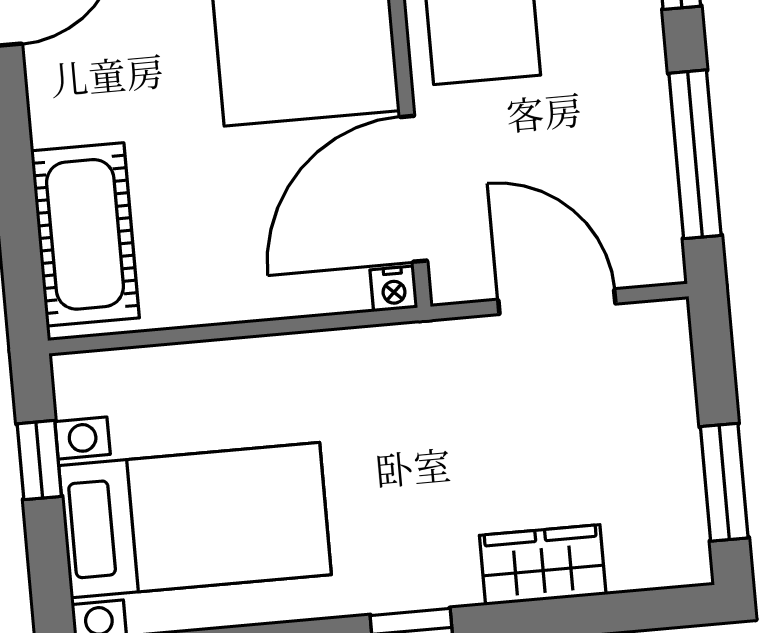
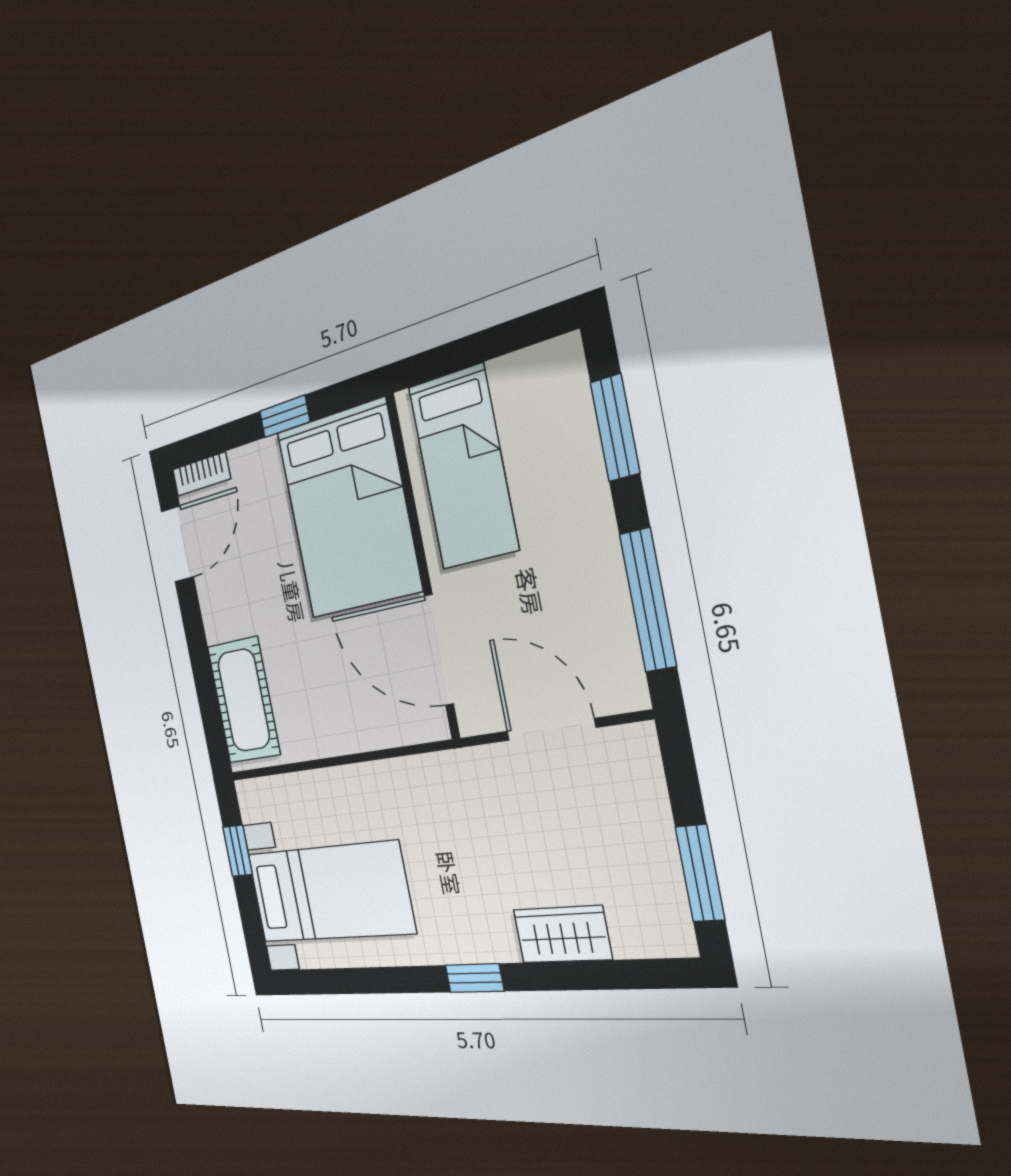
door: (413, 189) -> (439, 650), hinge flipped
nightstand: (394, 289) -> (434, 726), removed

